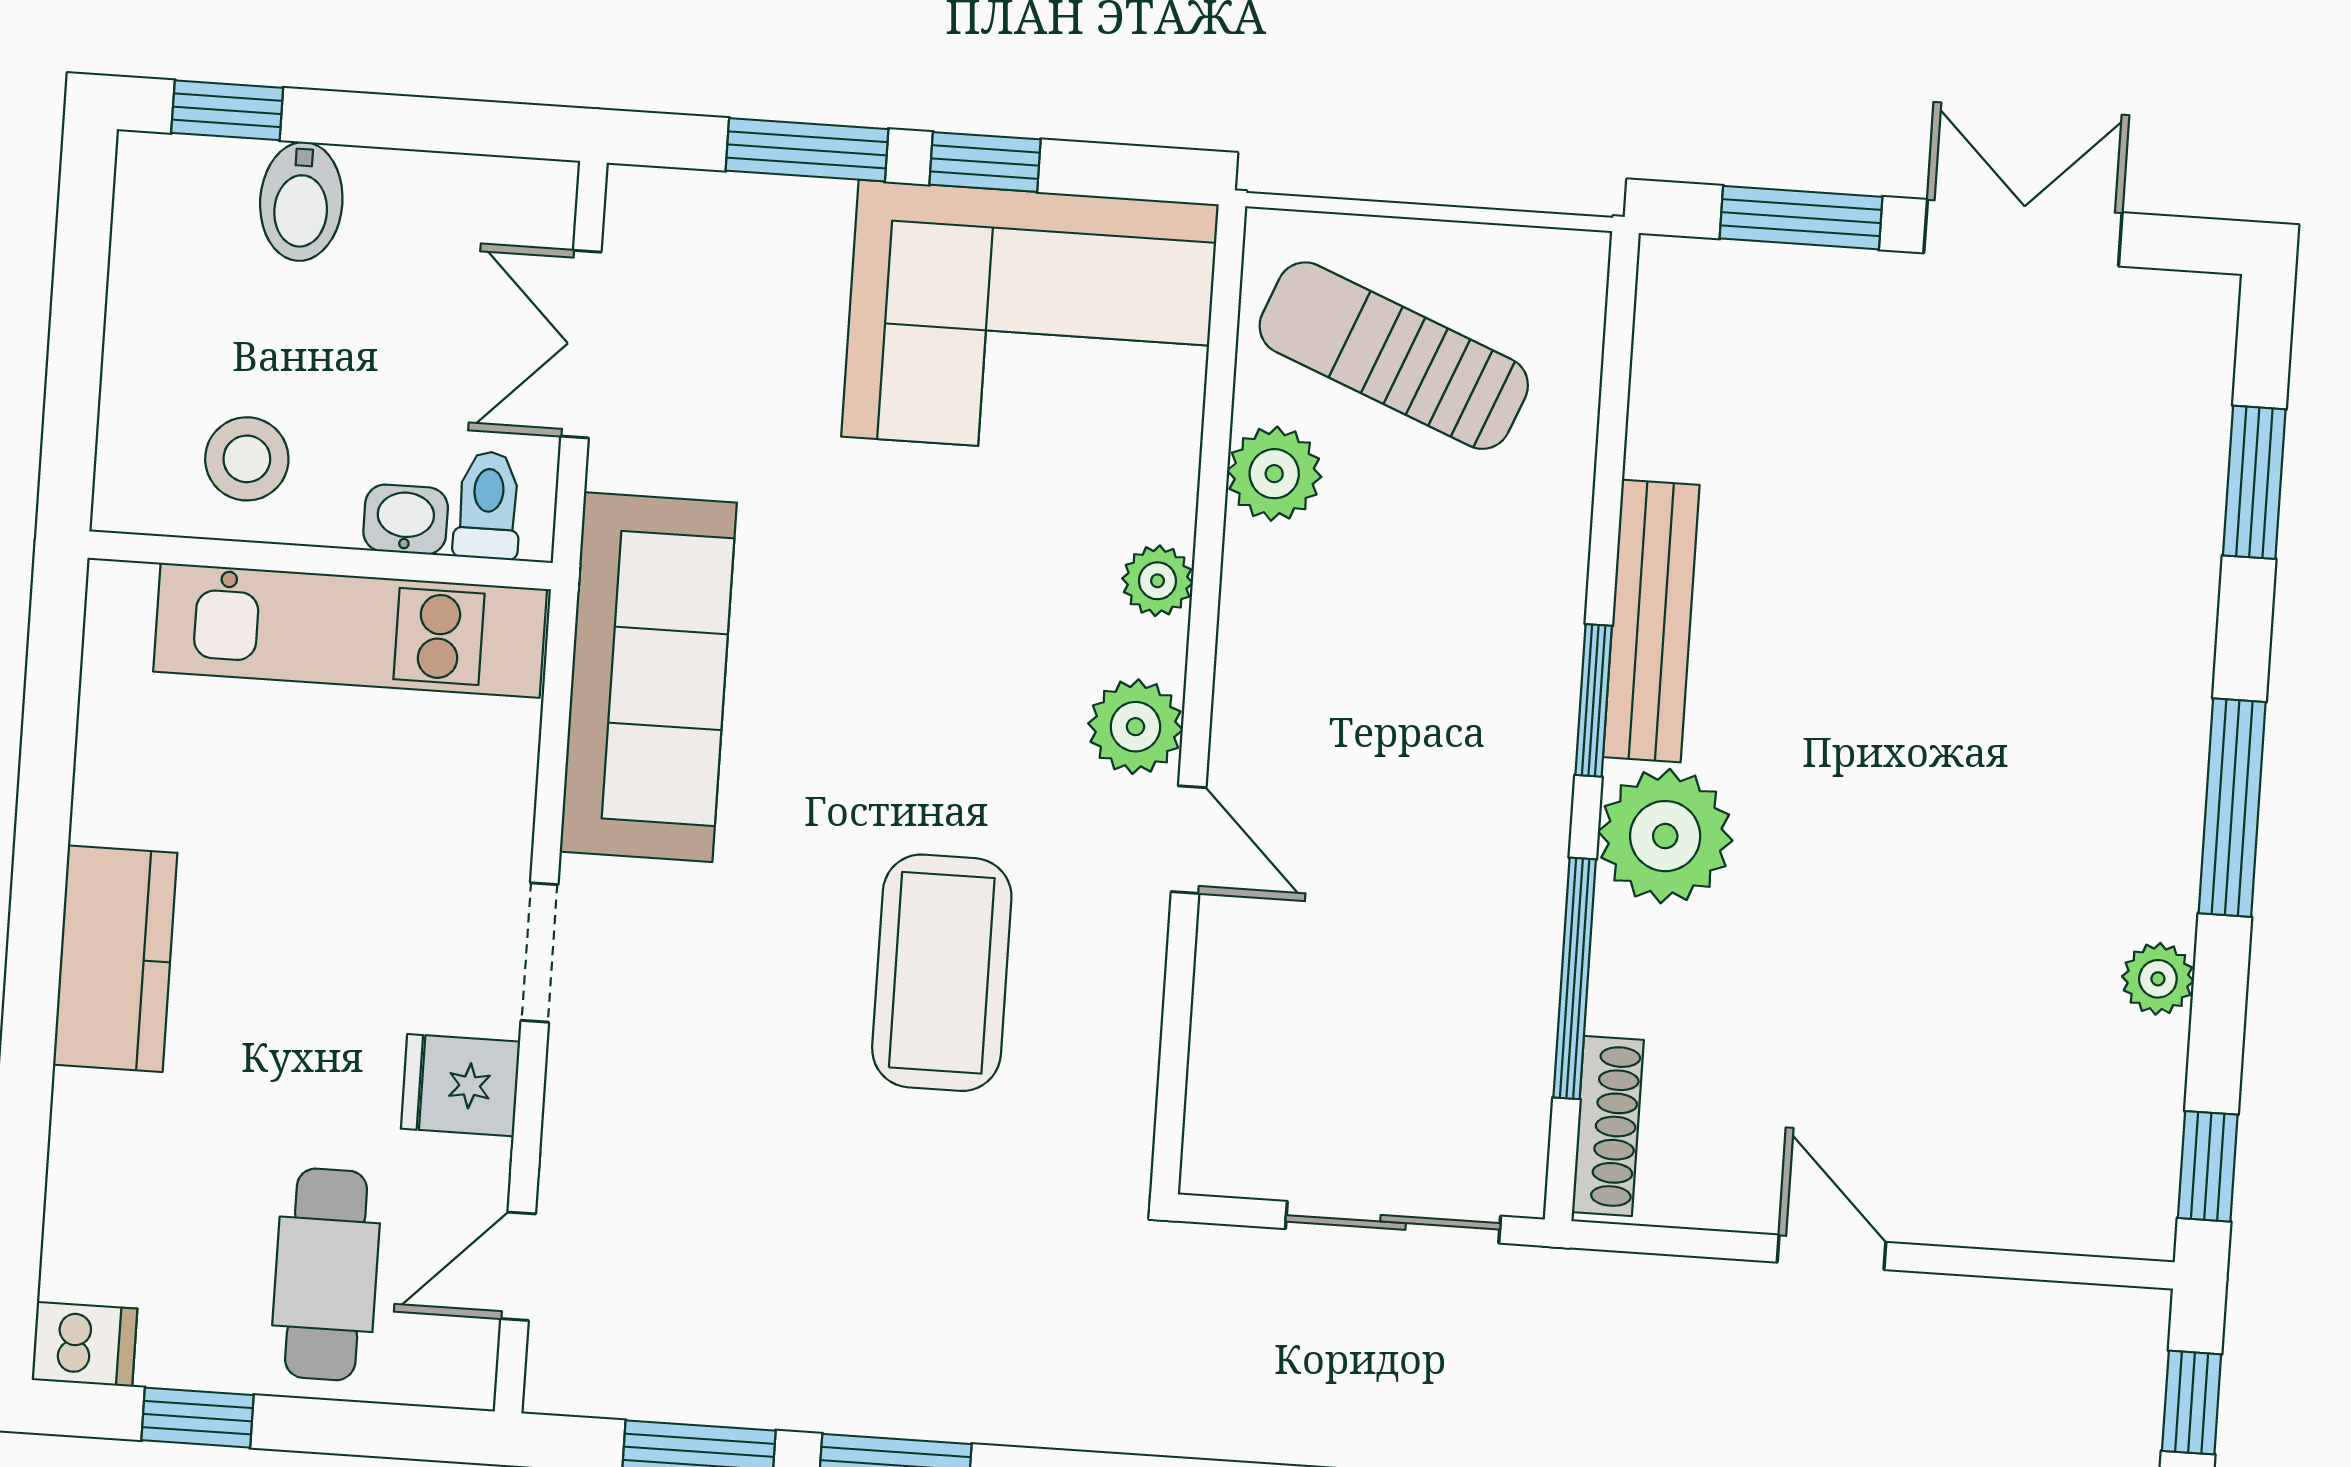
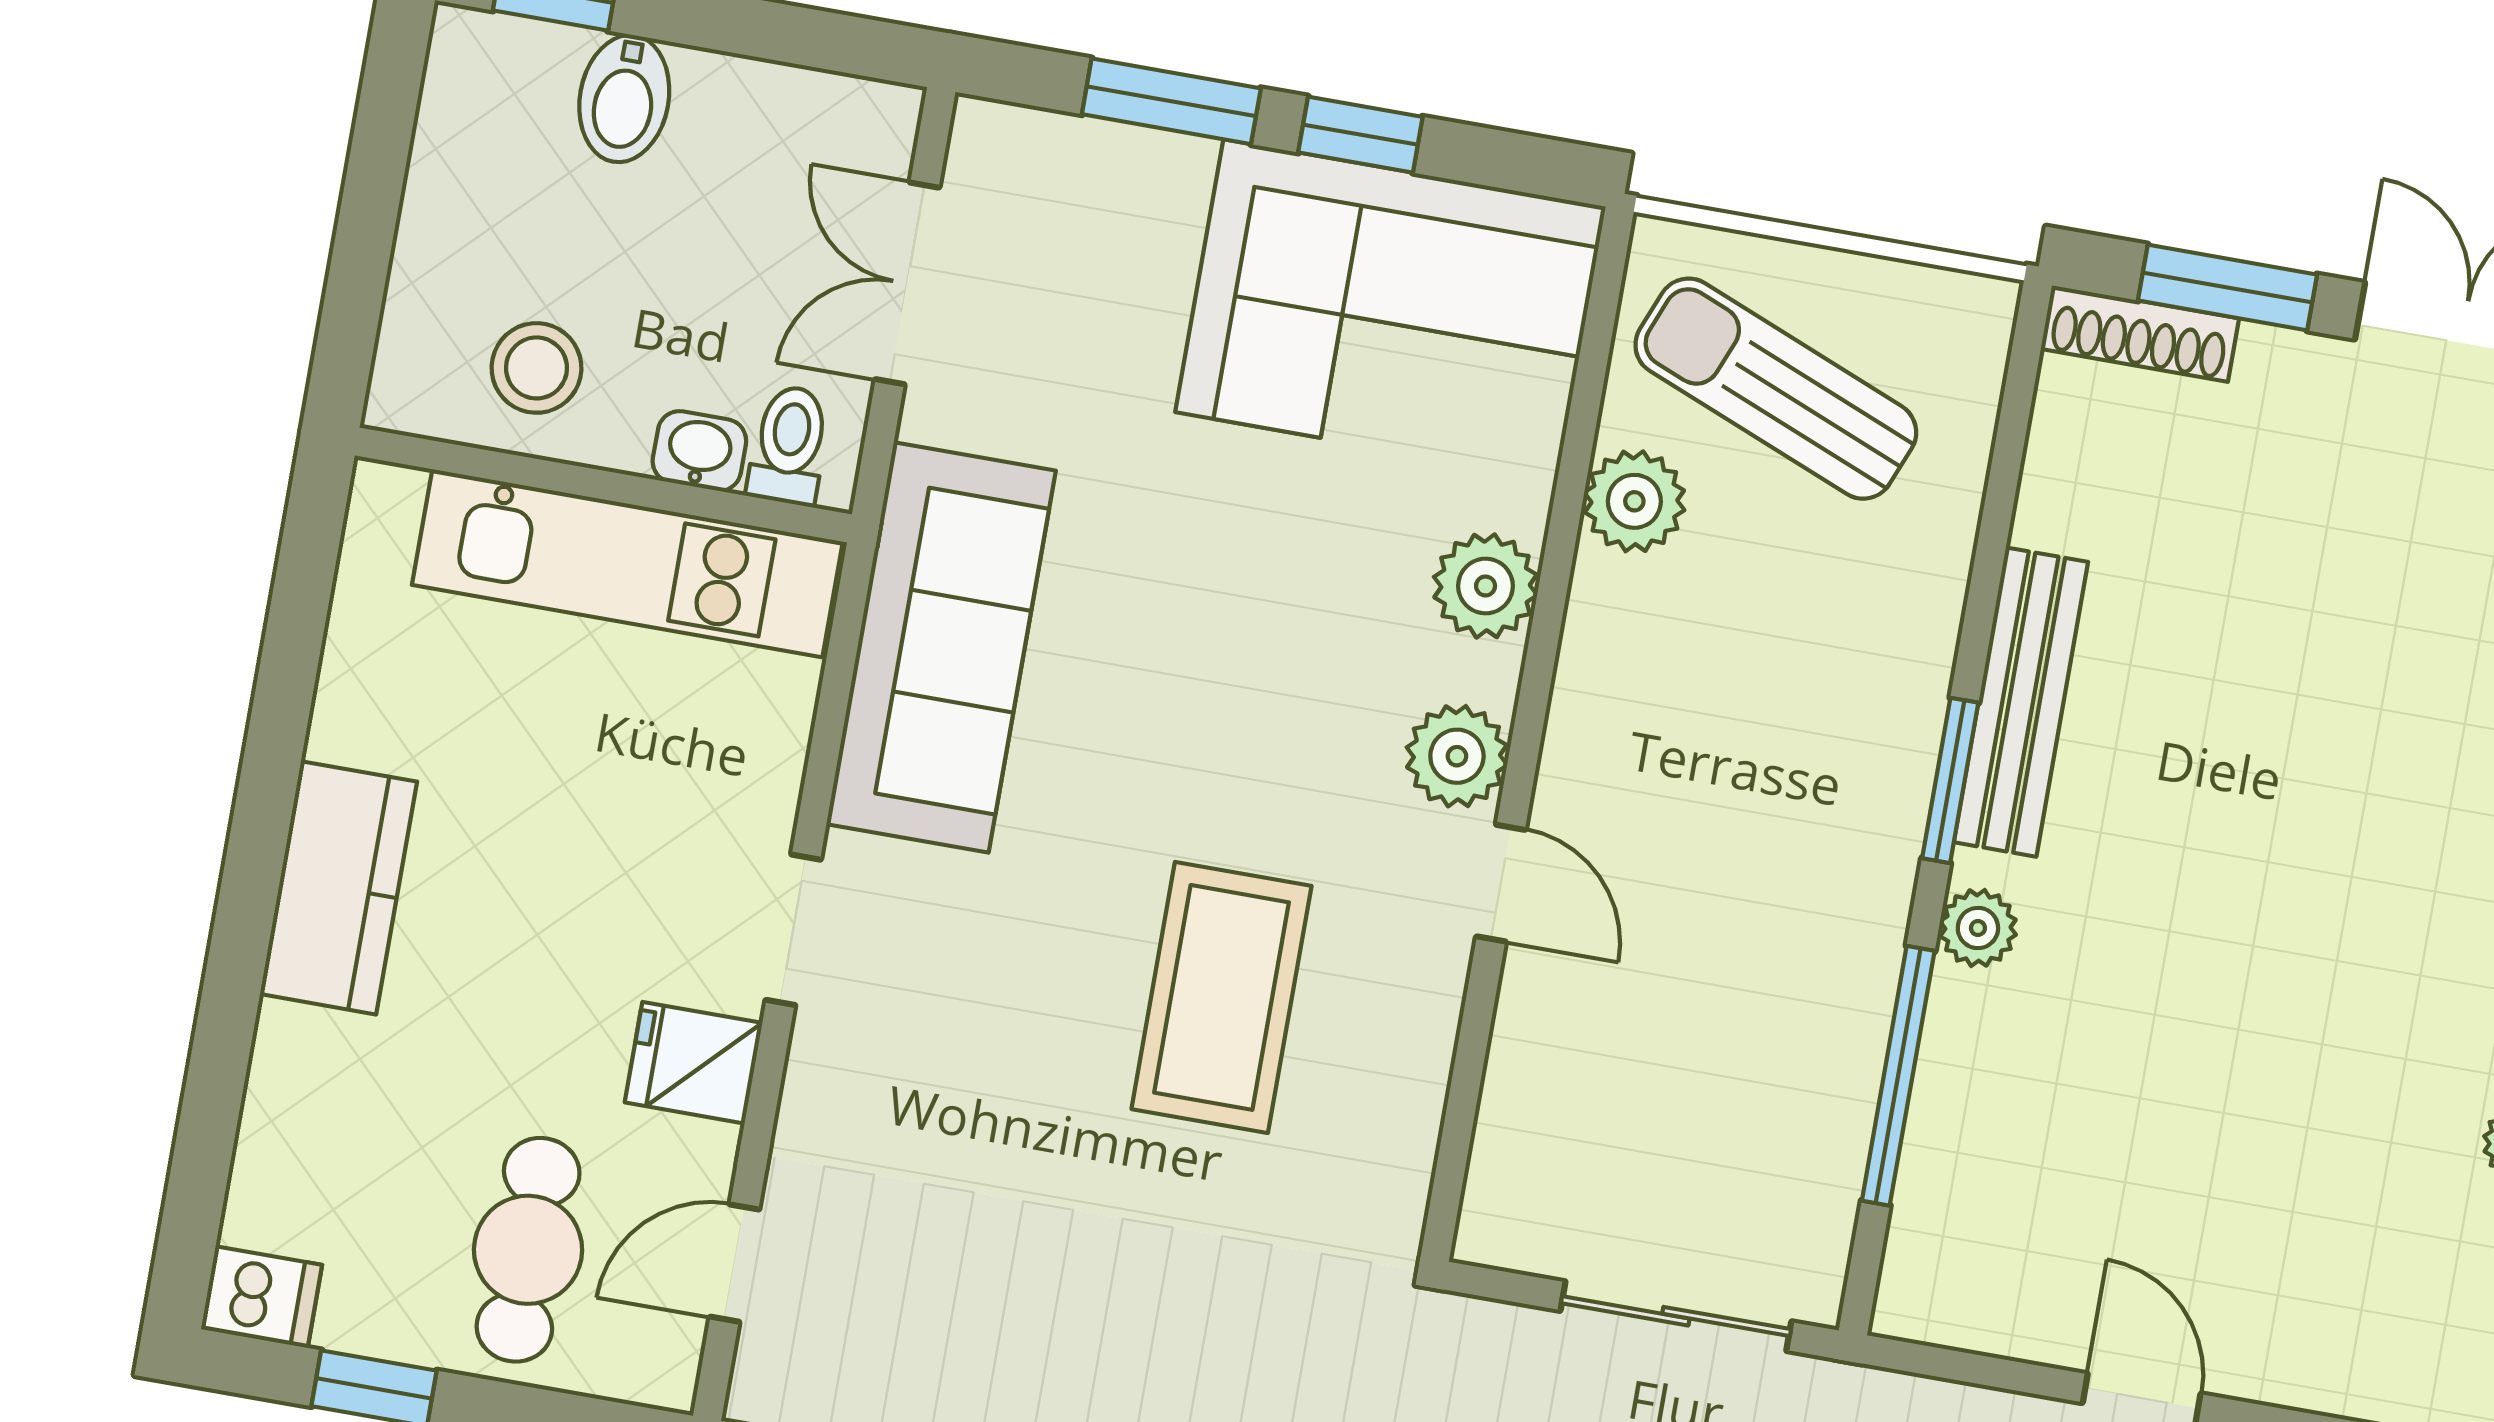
plant: (1157, 581) -> (1486, 586), width x1.38, depth x1.38
plant: (1665, 836) -> (1978, 928), width x0.53, depth x0.53
shoe rack: (1608, 1126) -> (2140, 334), moved, turned 90

